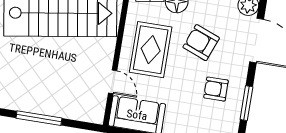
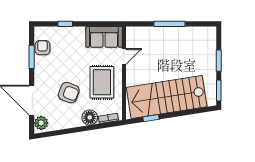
door: (113, 82) -> (124, 56), swing flipped
armchair: (216, 89) -> (42, 48), moved, turned -90

